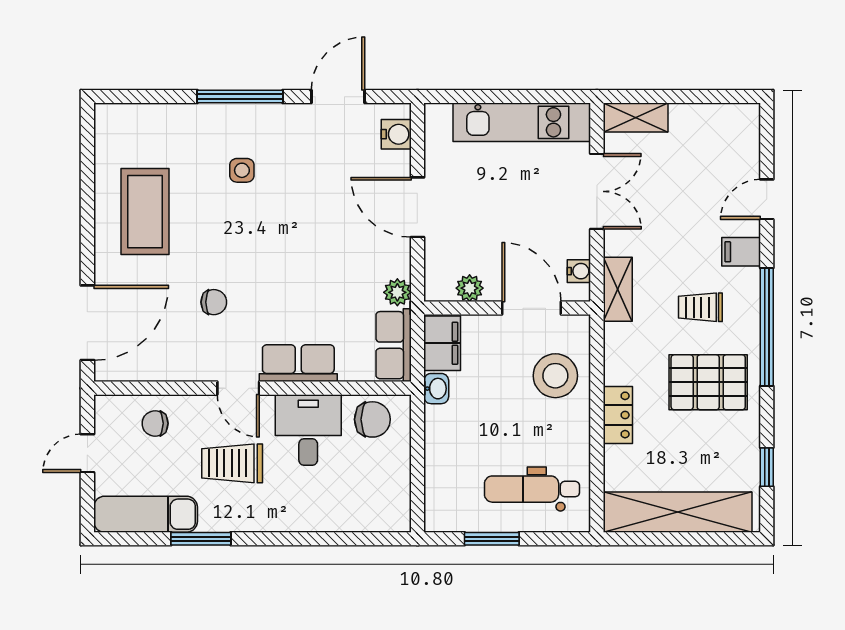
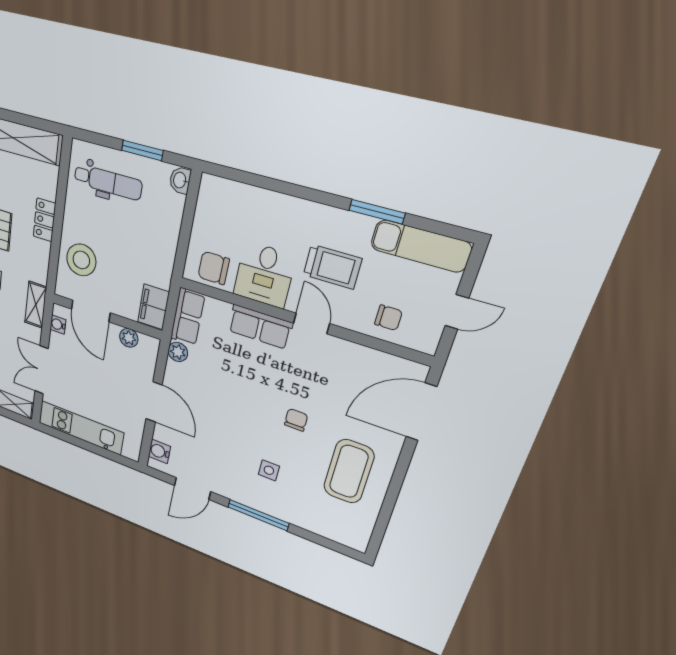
chair: (214, 302) -> (296, 420), moved, turned 90
washbasin: (436, 389) -> (180, 180), moved

